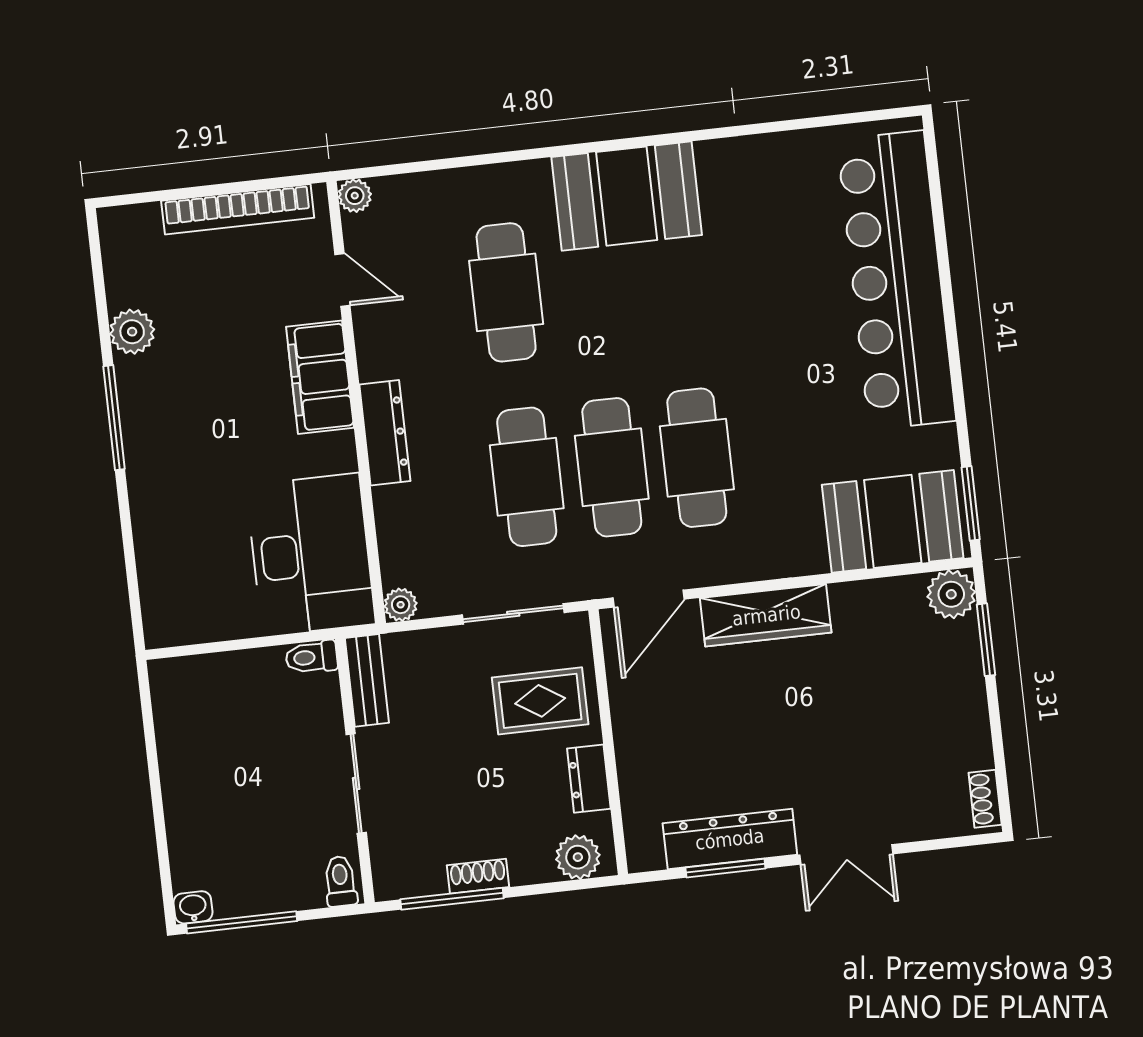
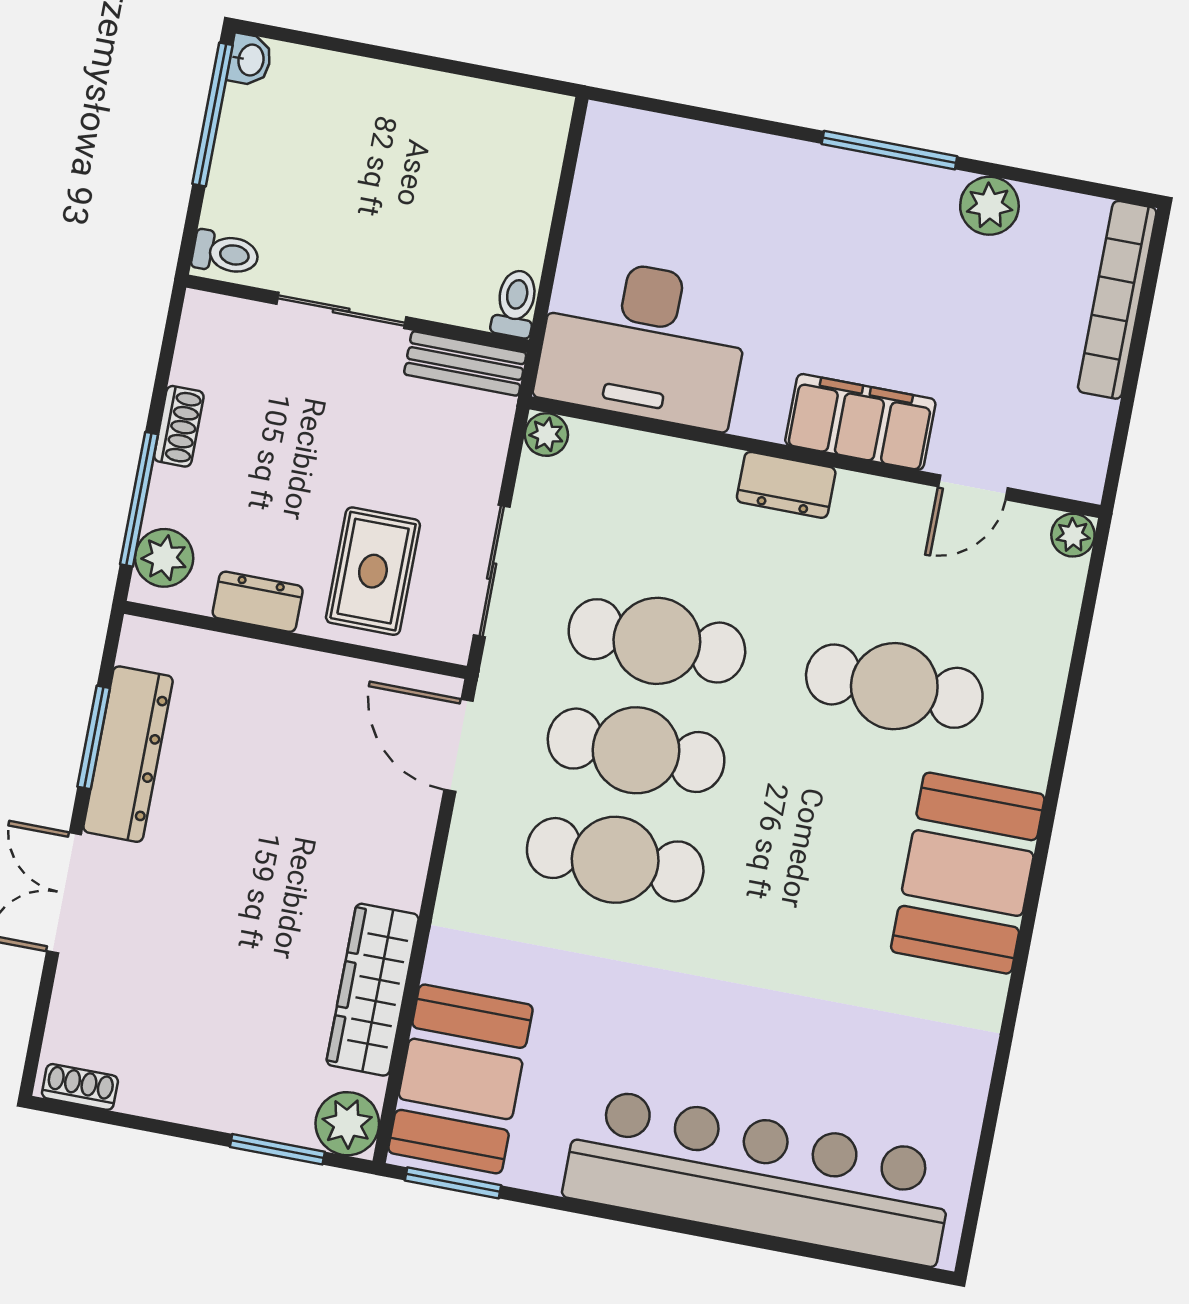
bookcase: (238, 209) -> (1117, 300), moved
dresser: (385, 433) -> (786, 485), width x0.70
wardrobe: (766, 615) -> (373, 990), moved
window: (452, 899) -> (139, 499), moved

